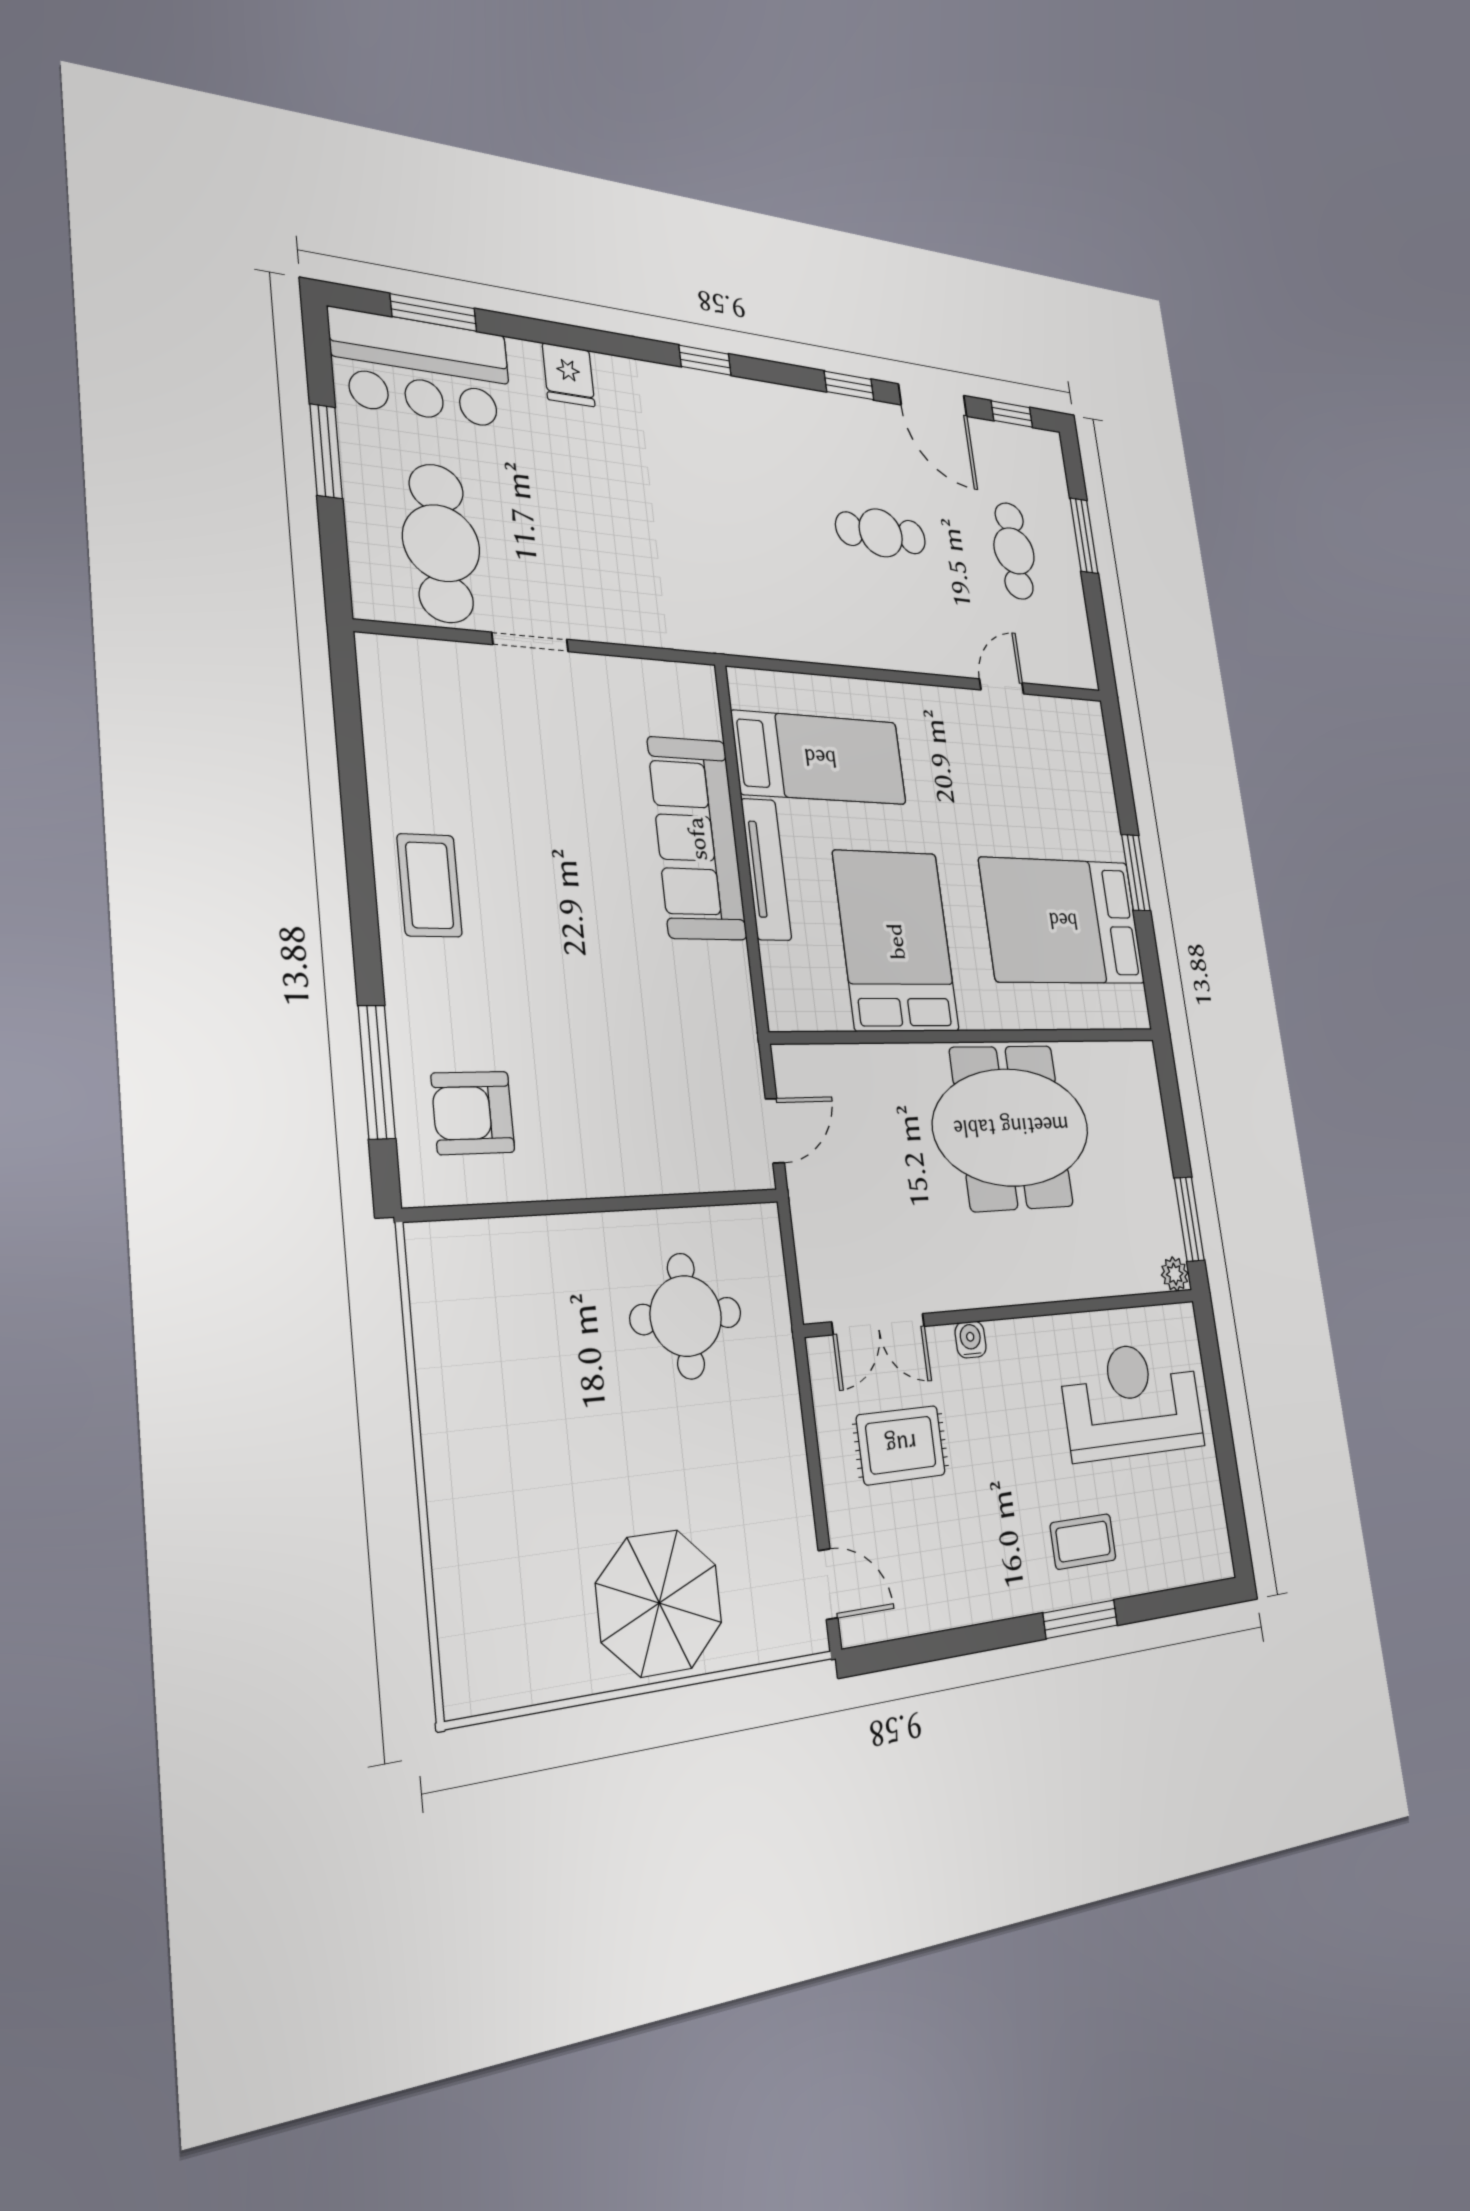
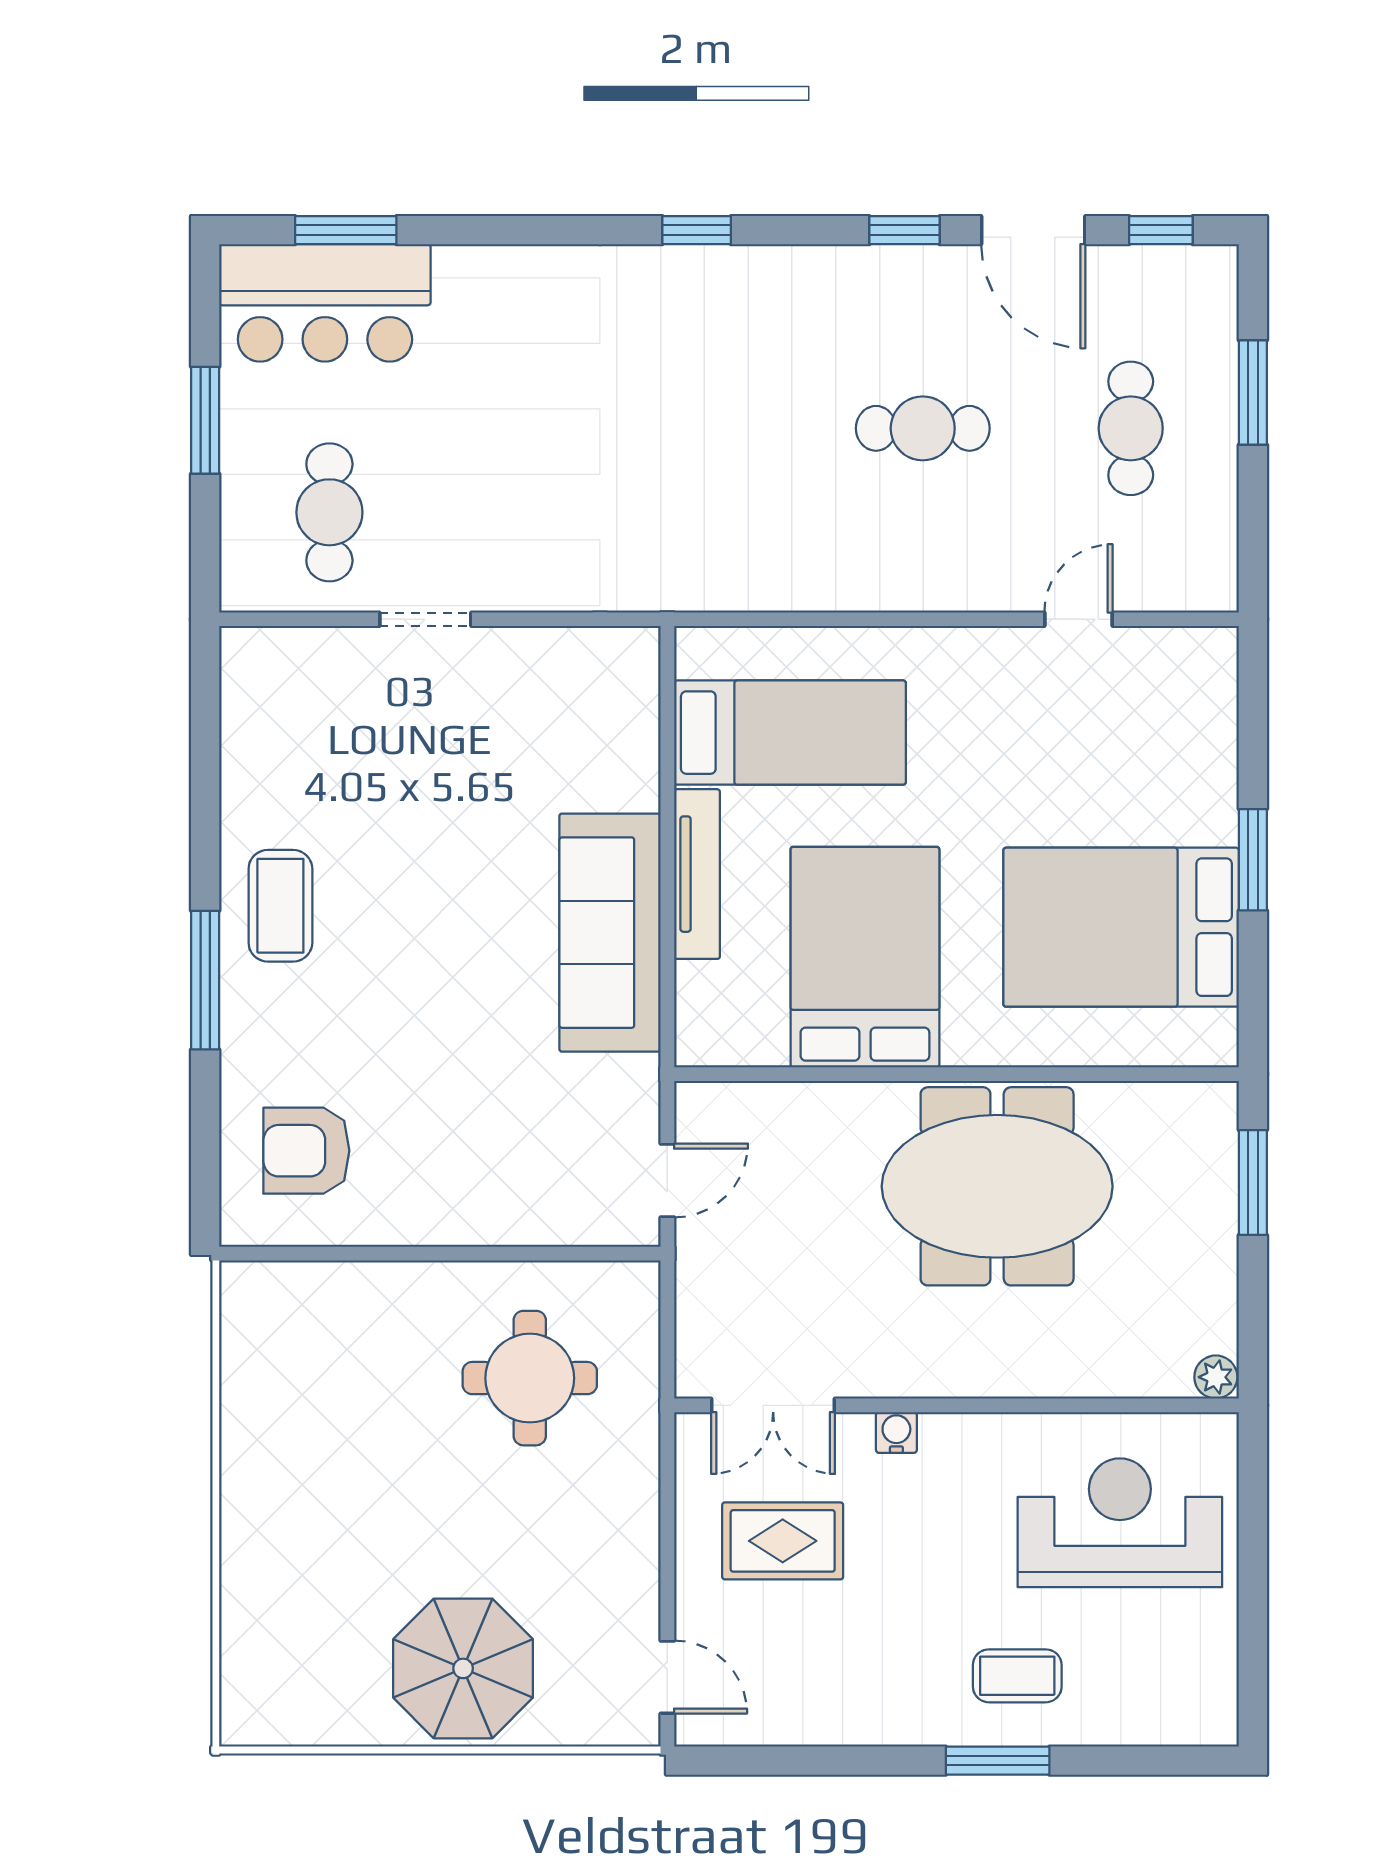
fridge: (569, 375) -> (509, 280), removed
cafe table: (441, 543) -> (329, 512), width x0.73, depth x0.74
sofa: (697, 838) -> (610, 933), moved
window: (377, 1072) -> (205, 980), moved
window: (1189, 1219) -> (1253, 1182), moved

